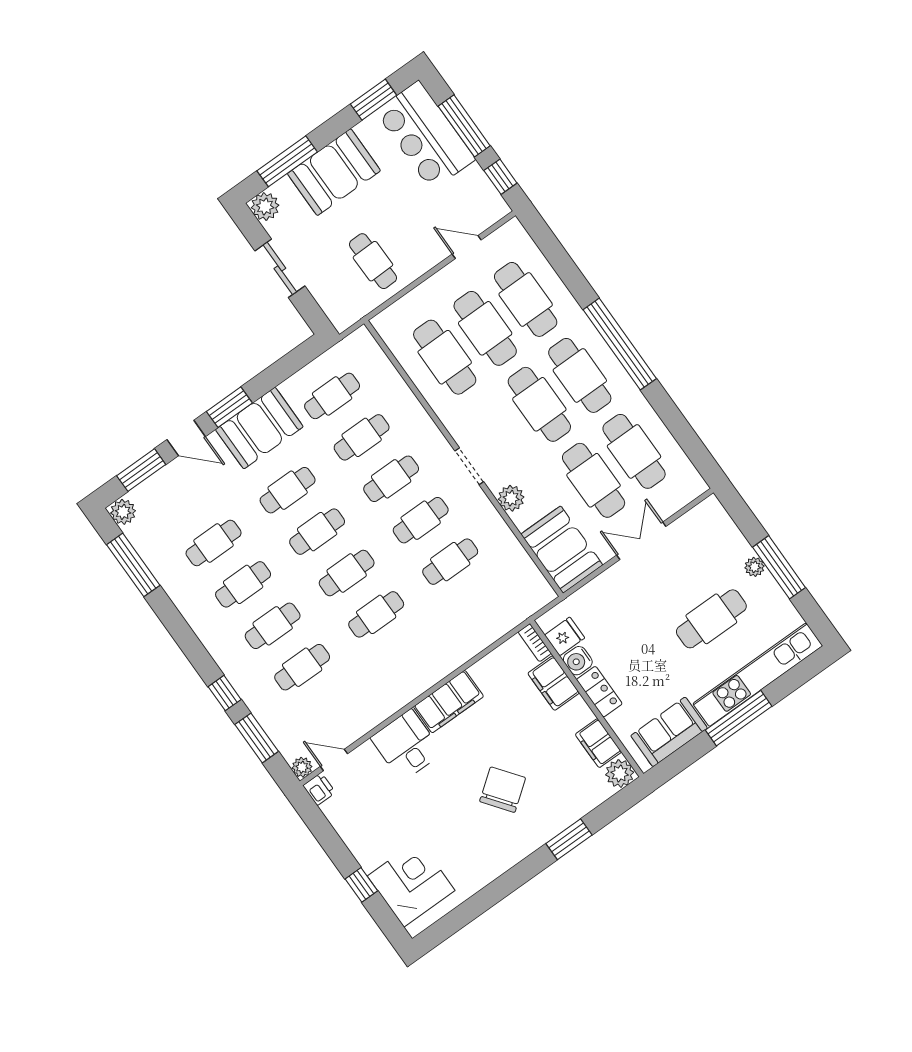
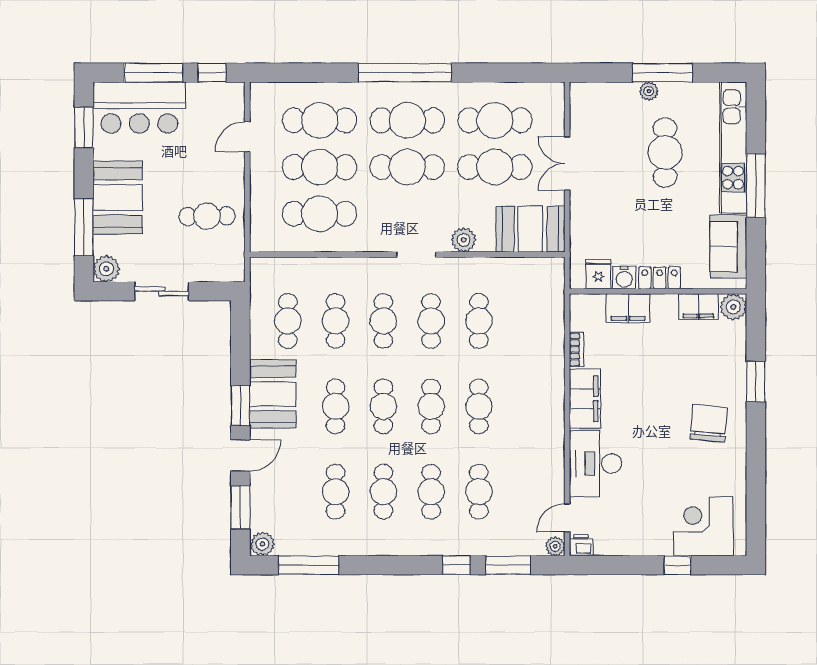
bookcase: (535, 643) -> (576, 349), moved, turned -90
desk: (407, 745) -> (596, 463), width x1.37
chair: (503, 790) -> (709, 423), moved, turned 42

